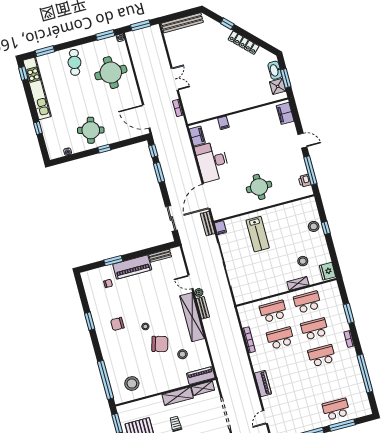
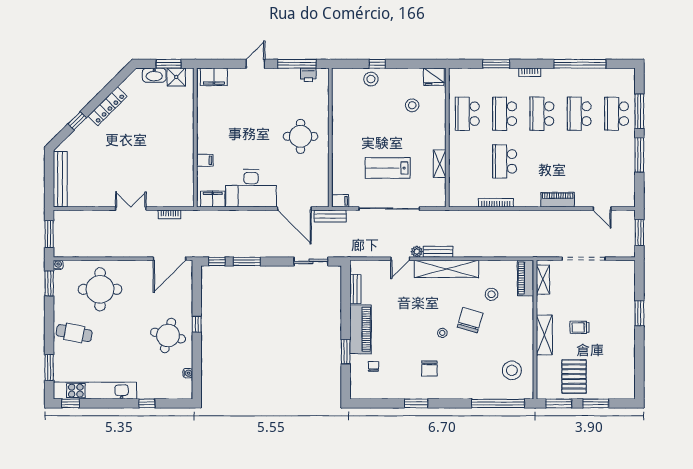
lab bench: (258, 234) -> (388, 168), moved, turned 180
shelving: (298, 283) -> (440, 164), moved
school desk: (273, 311) -> (579, 114), moved
shelving: (178, 396) -> (544, 335), moved

